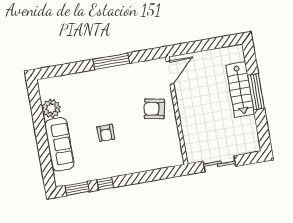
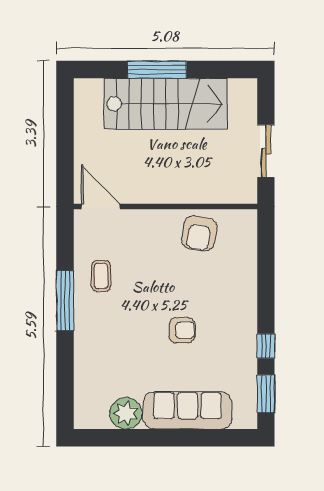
coffee table: (129, 80) -> (101, 276), added
stairs: (240, 90) -> (166, 104), width x1.36, depth x1.51
armchair: (154, 109) -> (199, 233), moved

